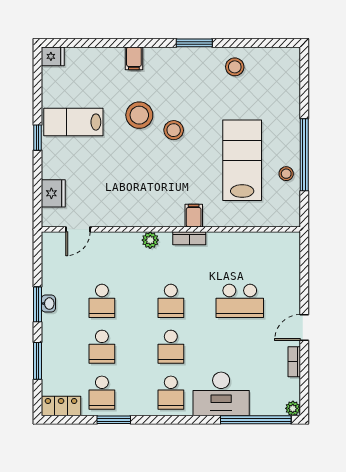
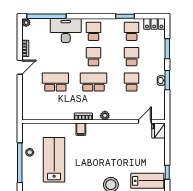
stool: (174, 130) -> (92, 176), removed
lab bench: (242, 160) -> (54, 160), turned 180
fridge: (53, 193) -> (158, 130), moved
school desk: (171, 301) -> (93, 82), width x1.85

